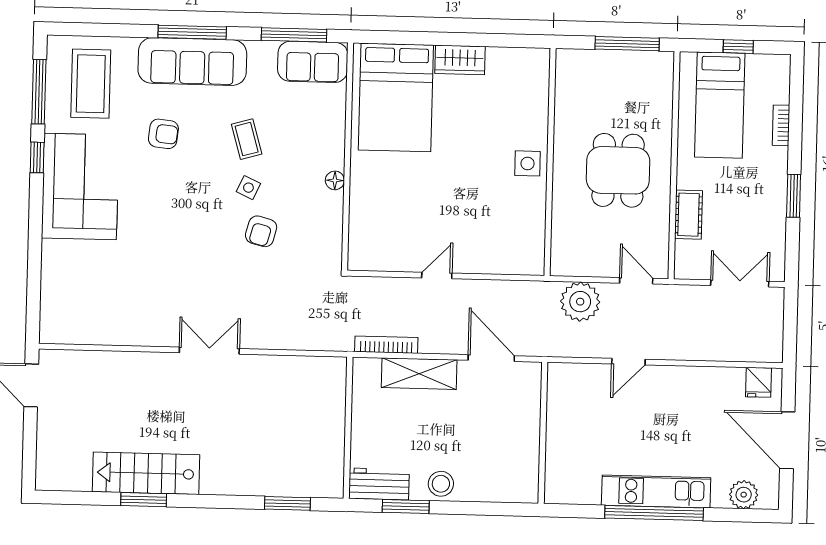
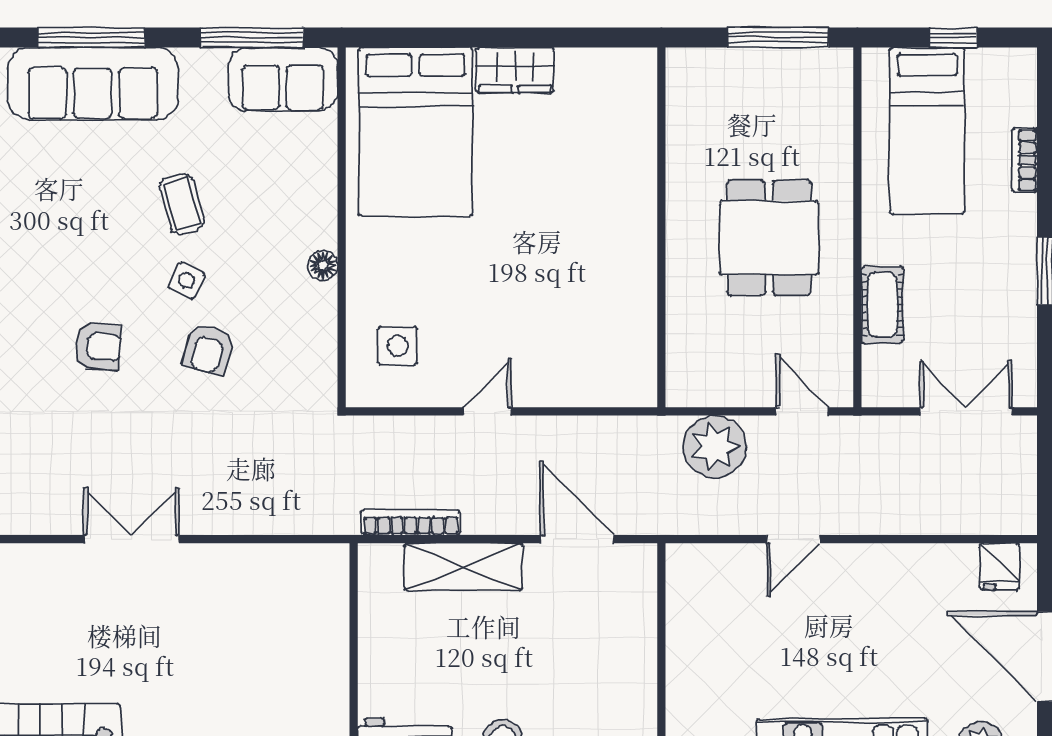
armchair: (163, 134) -> (98, 346), moved
side table: (528, 163) -> (398, 346), moved

